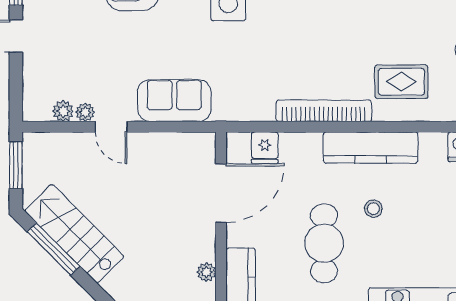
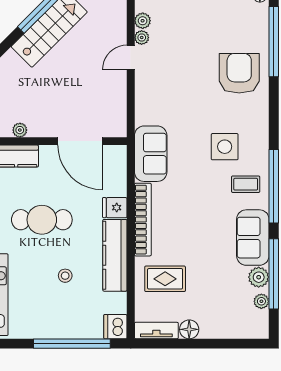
rug: (401, 82) -> (165, 279), turned 90
sofa: (174, 101) -> (151, 154), moved
fridge: (265, 148) -> (115, 208), moved
stool: (373, 209) -> (65, 276), moved

